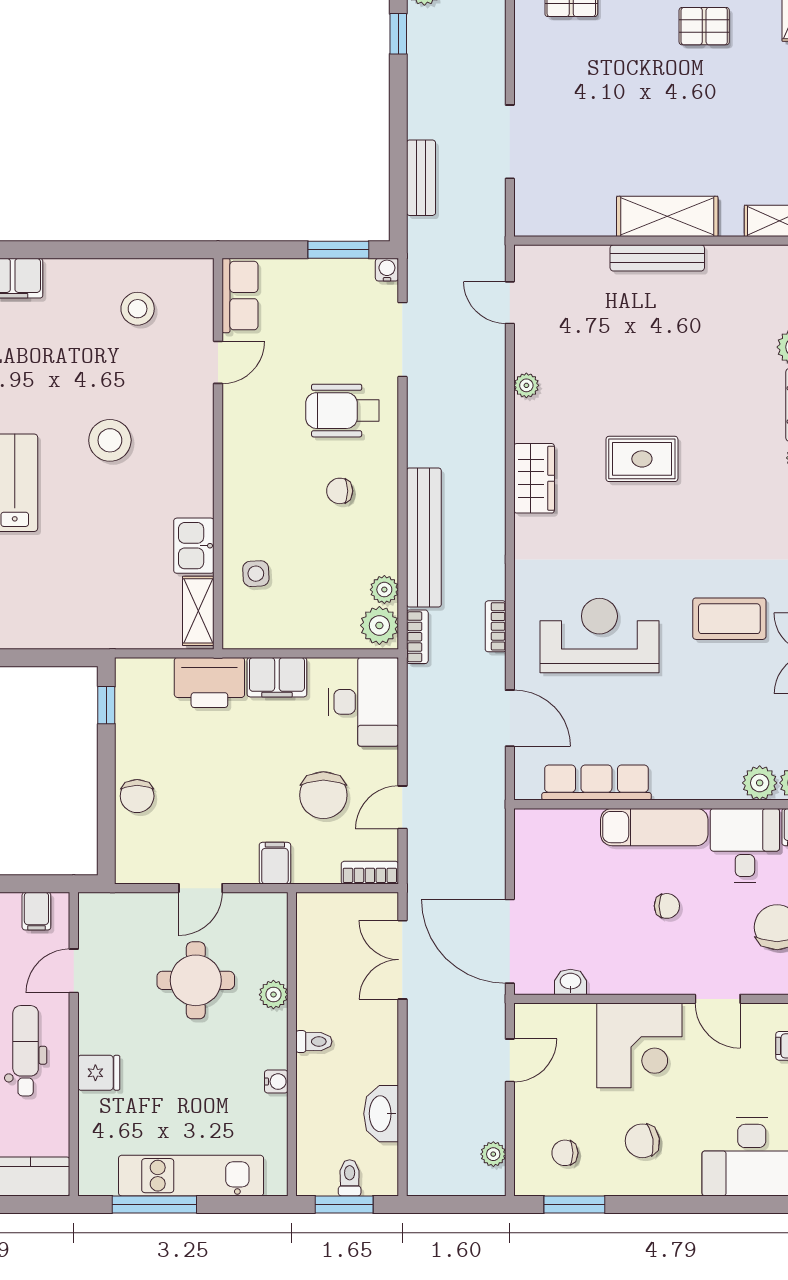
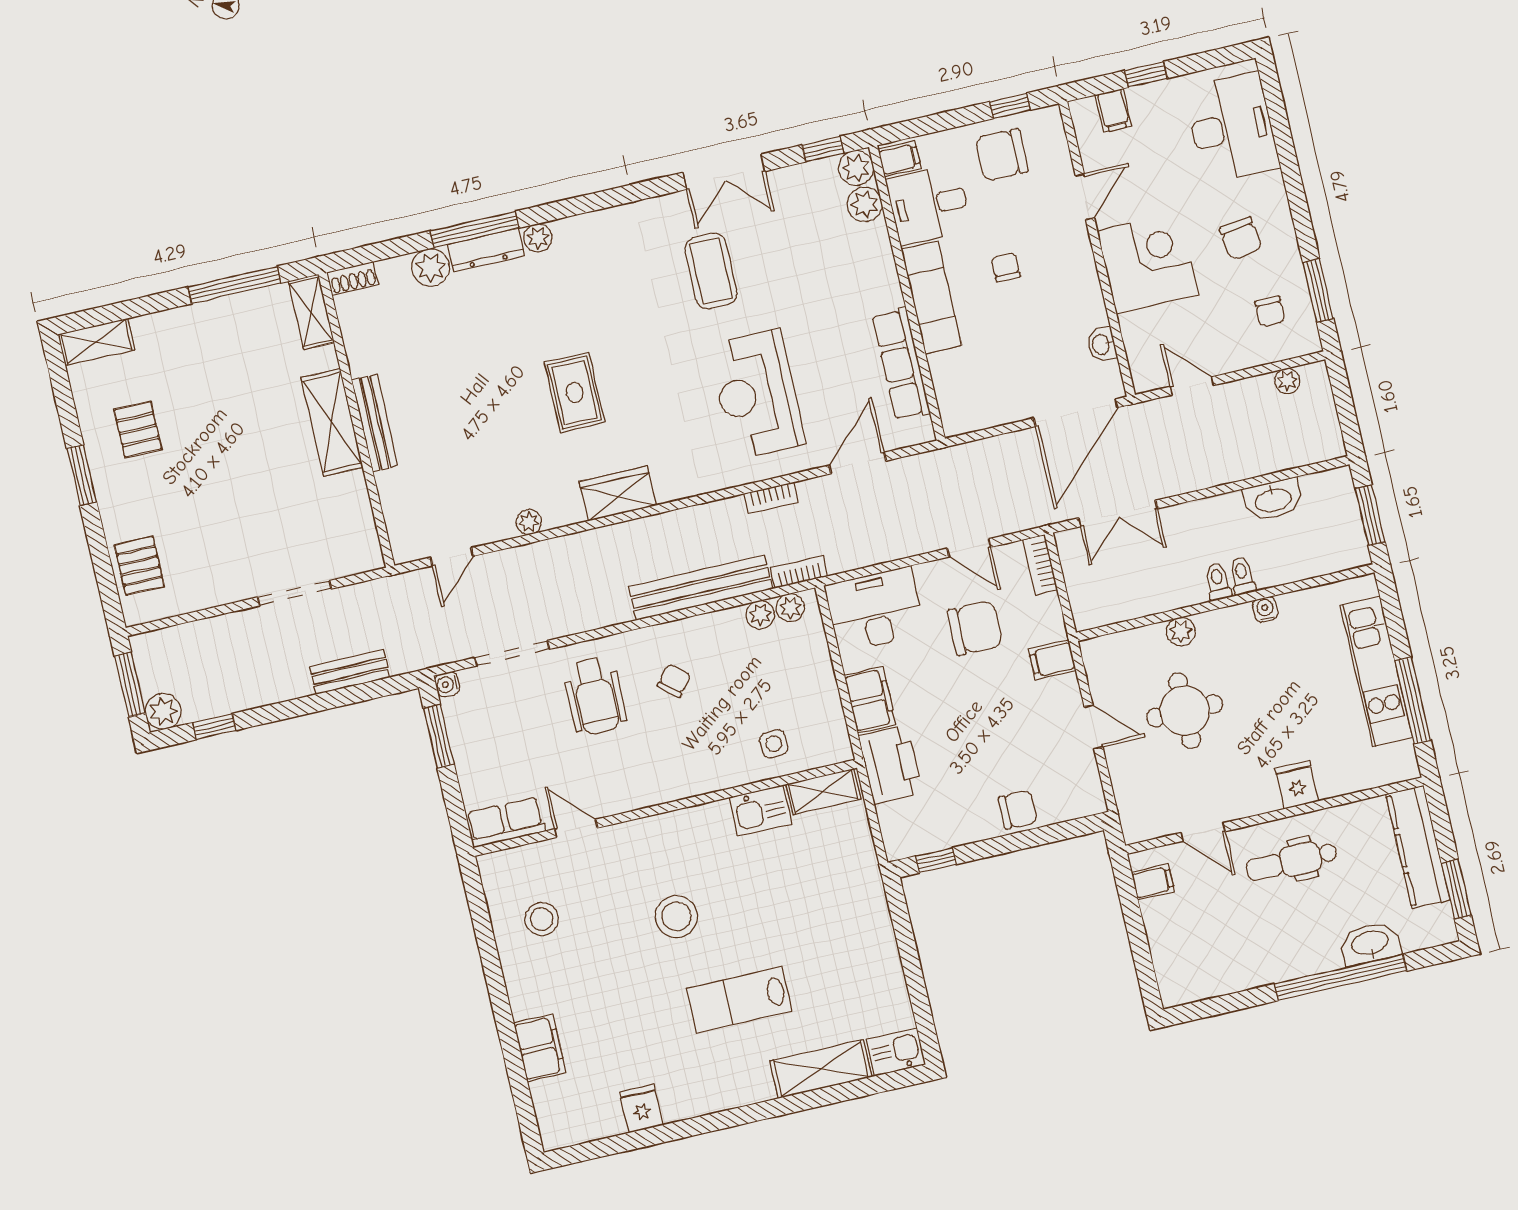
chair: (340, 491) -> (674, 681), turned -140
plant: (379, 625) -> (790, 608), width x0.73, depth x0.73
toilet: (350, 1178) -> (1242, 576), moved, turned 90

